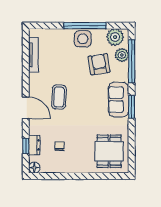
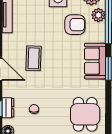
armchair: (99, 64) -> (75, 25), turned 99

